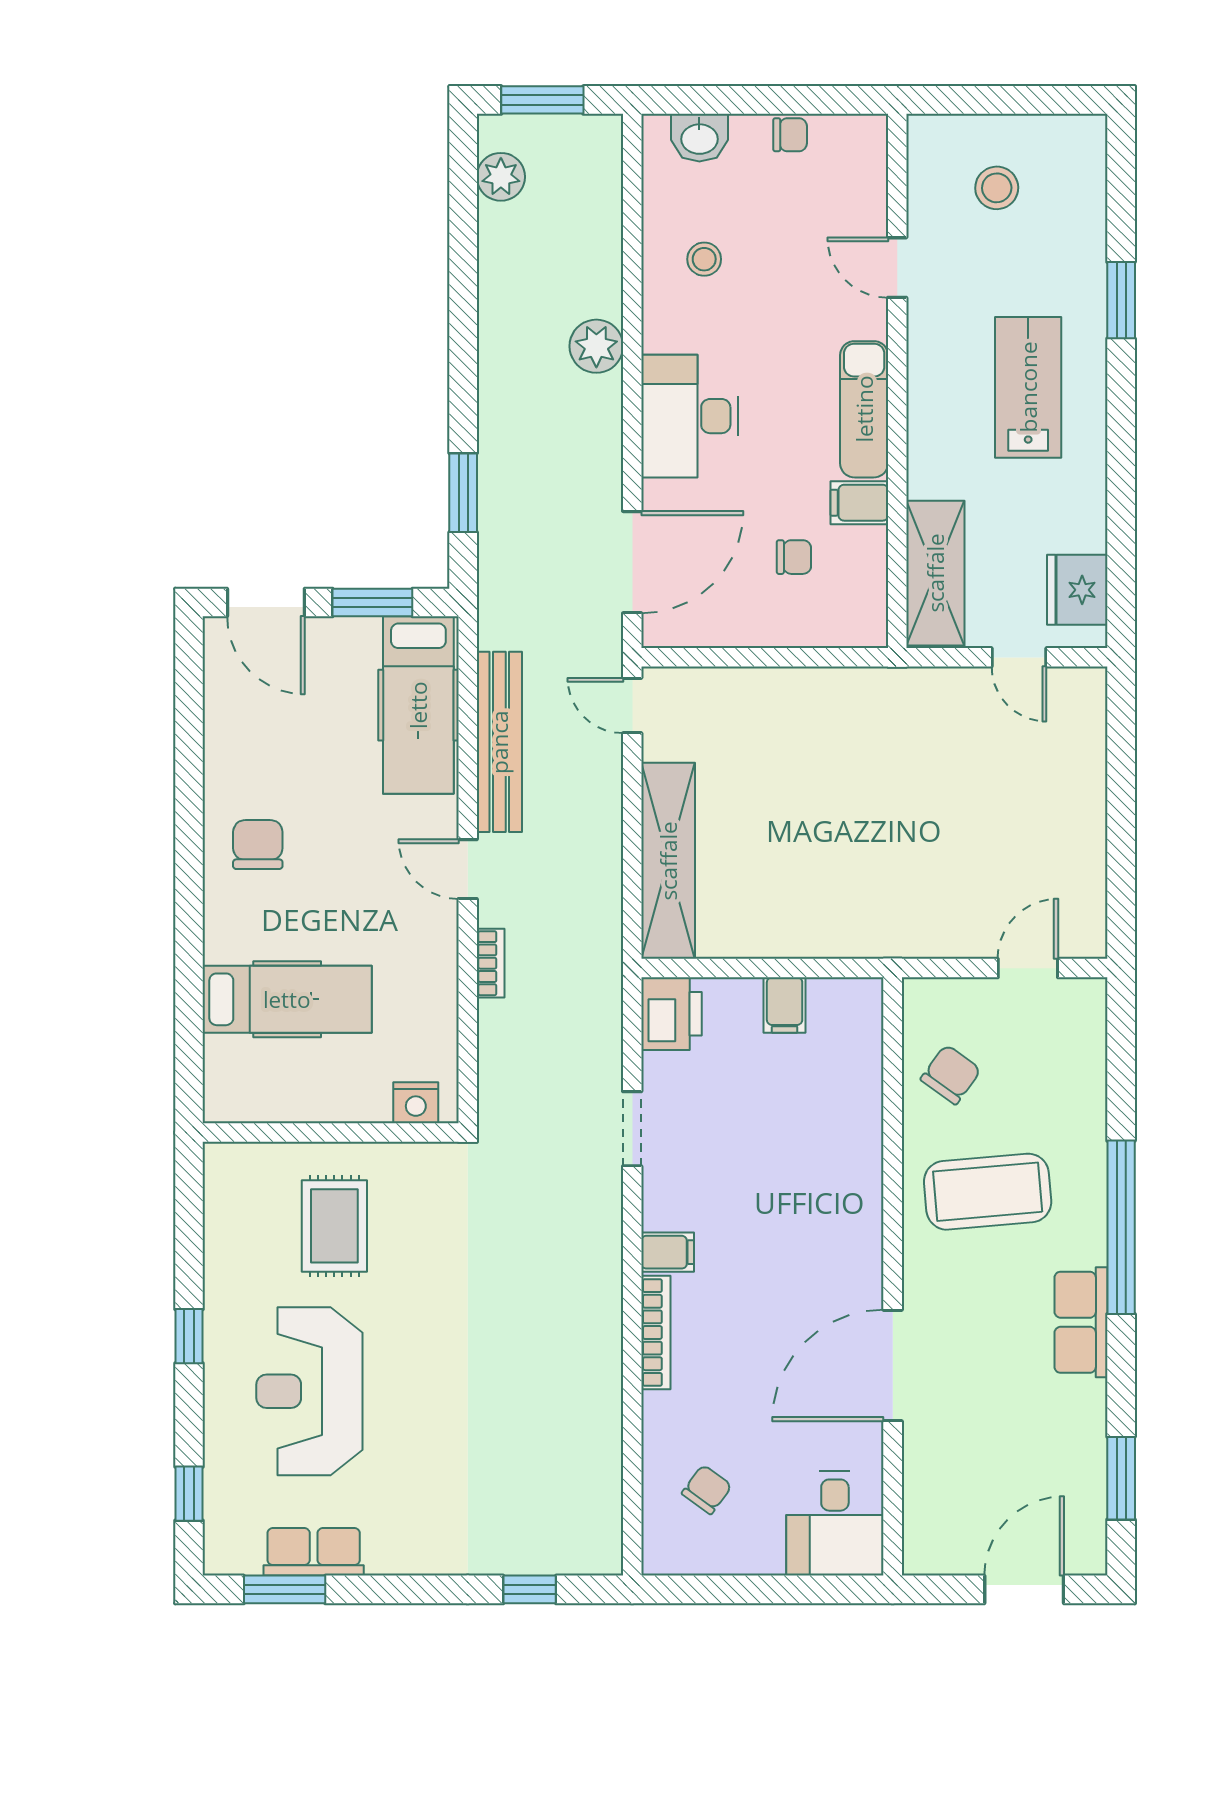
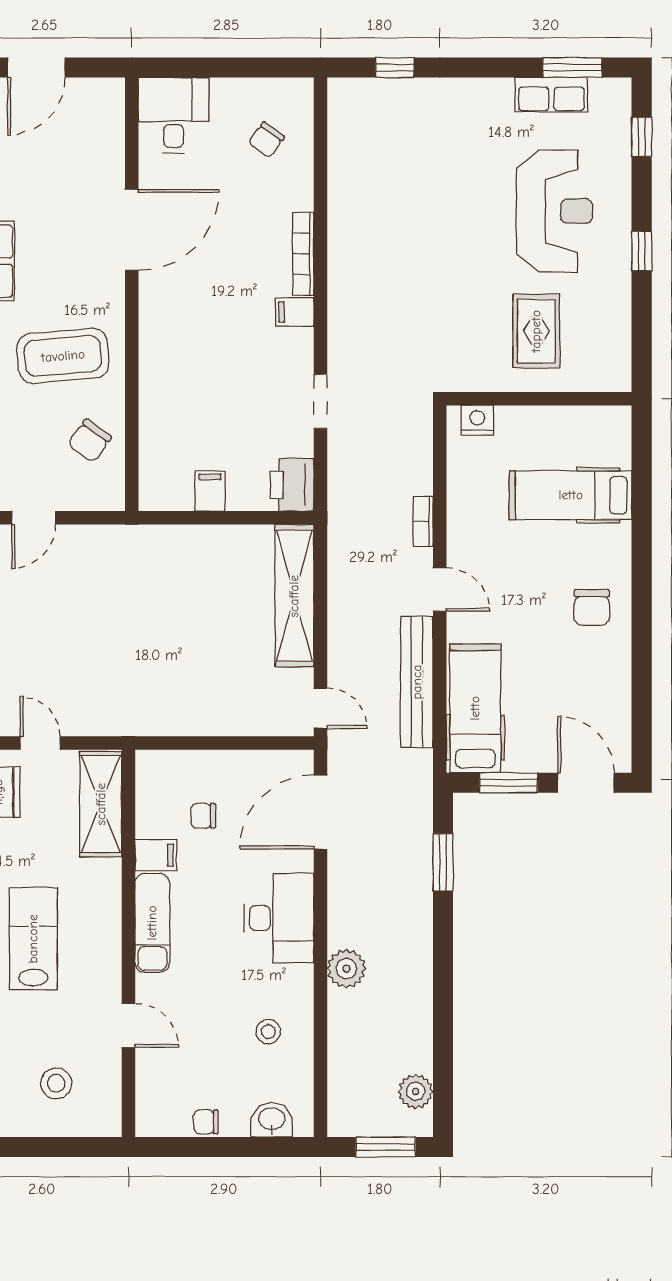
lab bench: (1028, 387) -> (33, 939), turned 180

